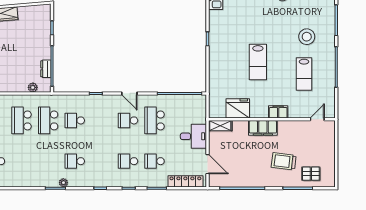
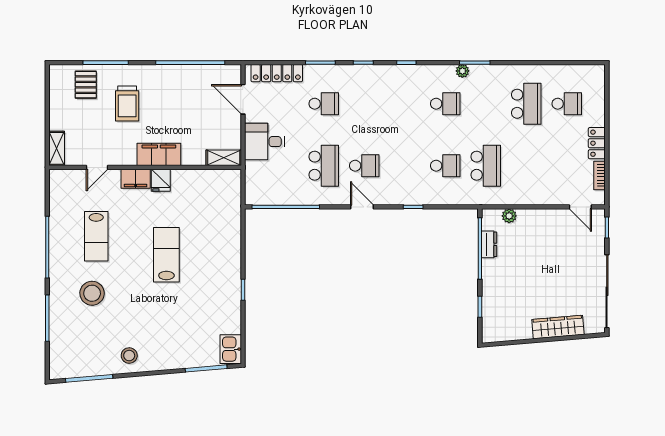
lab bench: (304, 74) -> (96, 236), turned 180
fridge: (238, 108) -> (161, 180), moved, width x0.53, depth x0.75
door: (317, 119) -> (97, 167), moved
school desk: (22, 120) -> (526, 104), moved
shelving: (330, 132) -> (57, 148), added
school desk: (128, 161) -> (364, 104), removed
trolley: (284, 161) -> (127, 103), turned 83
pallet: (311, 174) -> (86, 85), turned 90

